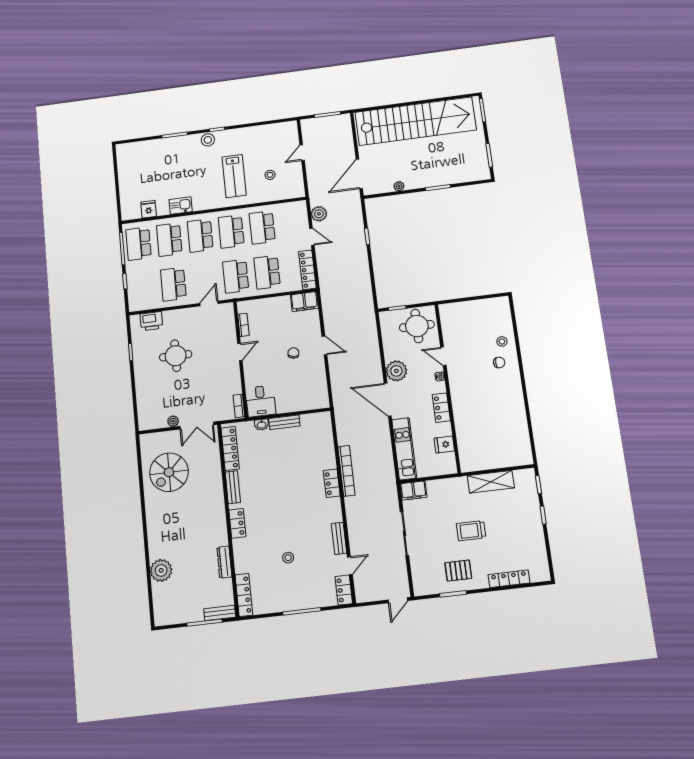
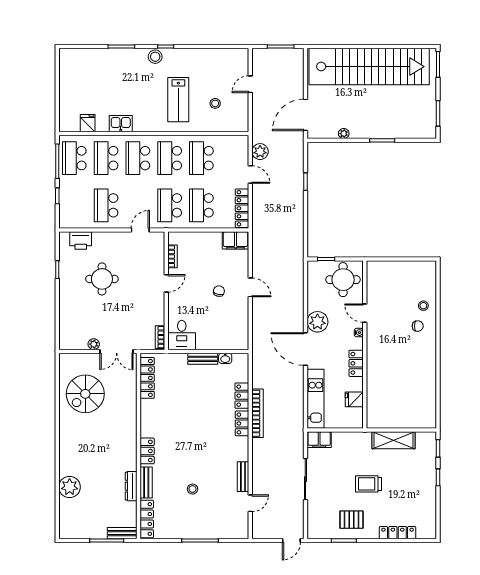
washbasin: (262, 425) -> (225, 358), moved
bench: (233, 487) -> (146, 482), moved
locker: (344, 590) -> (242, 396), moved

